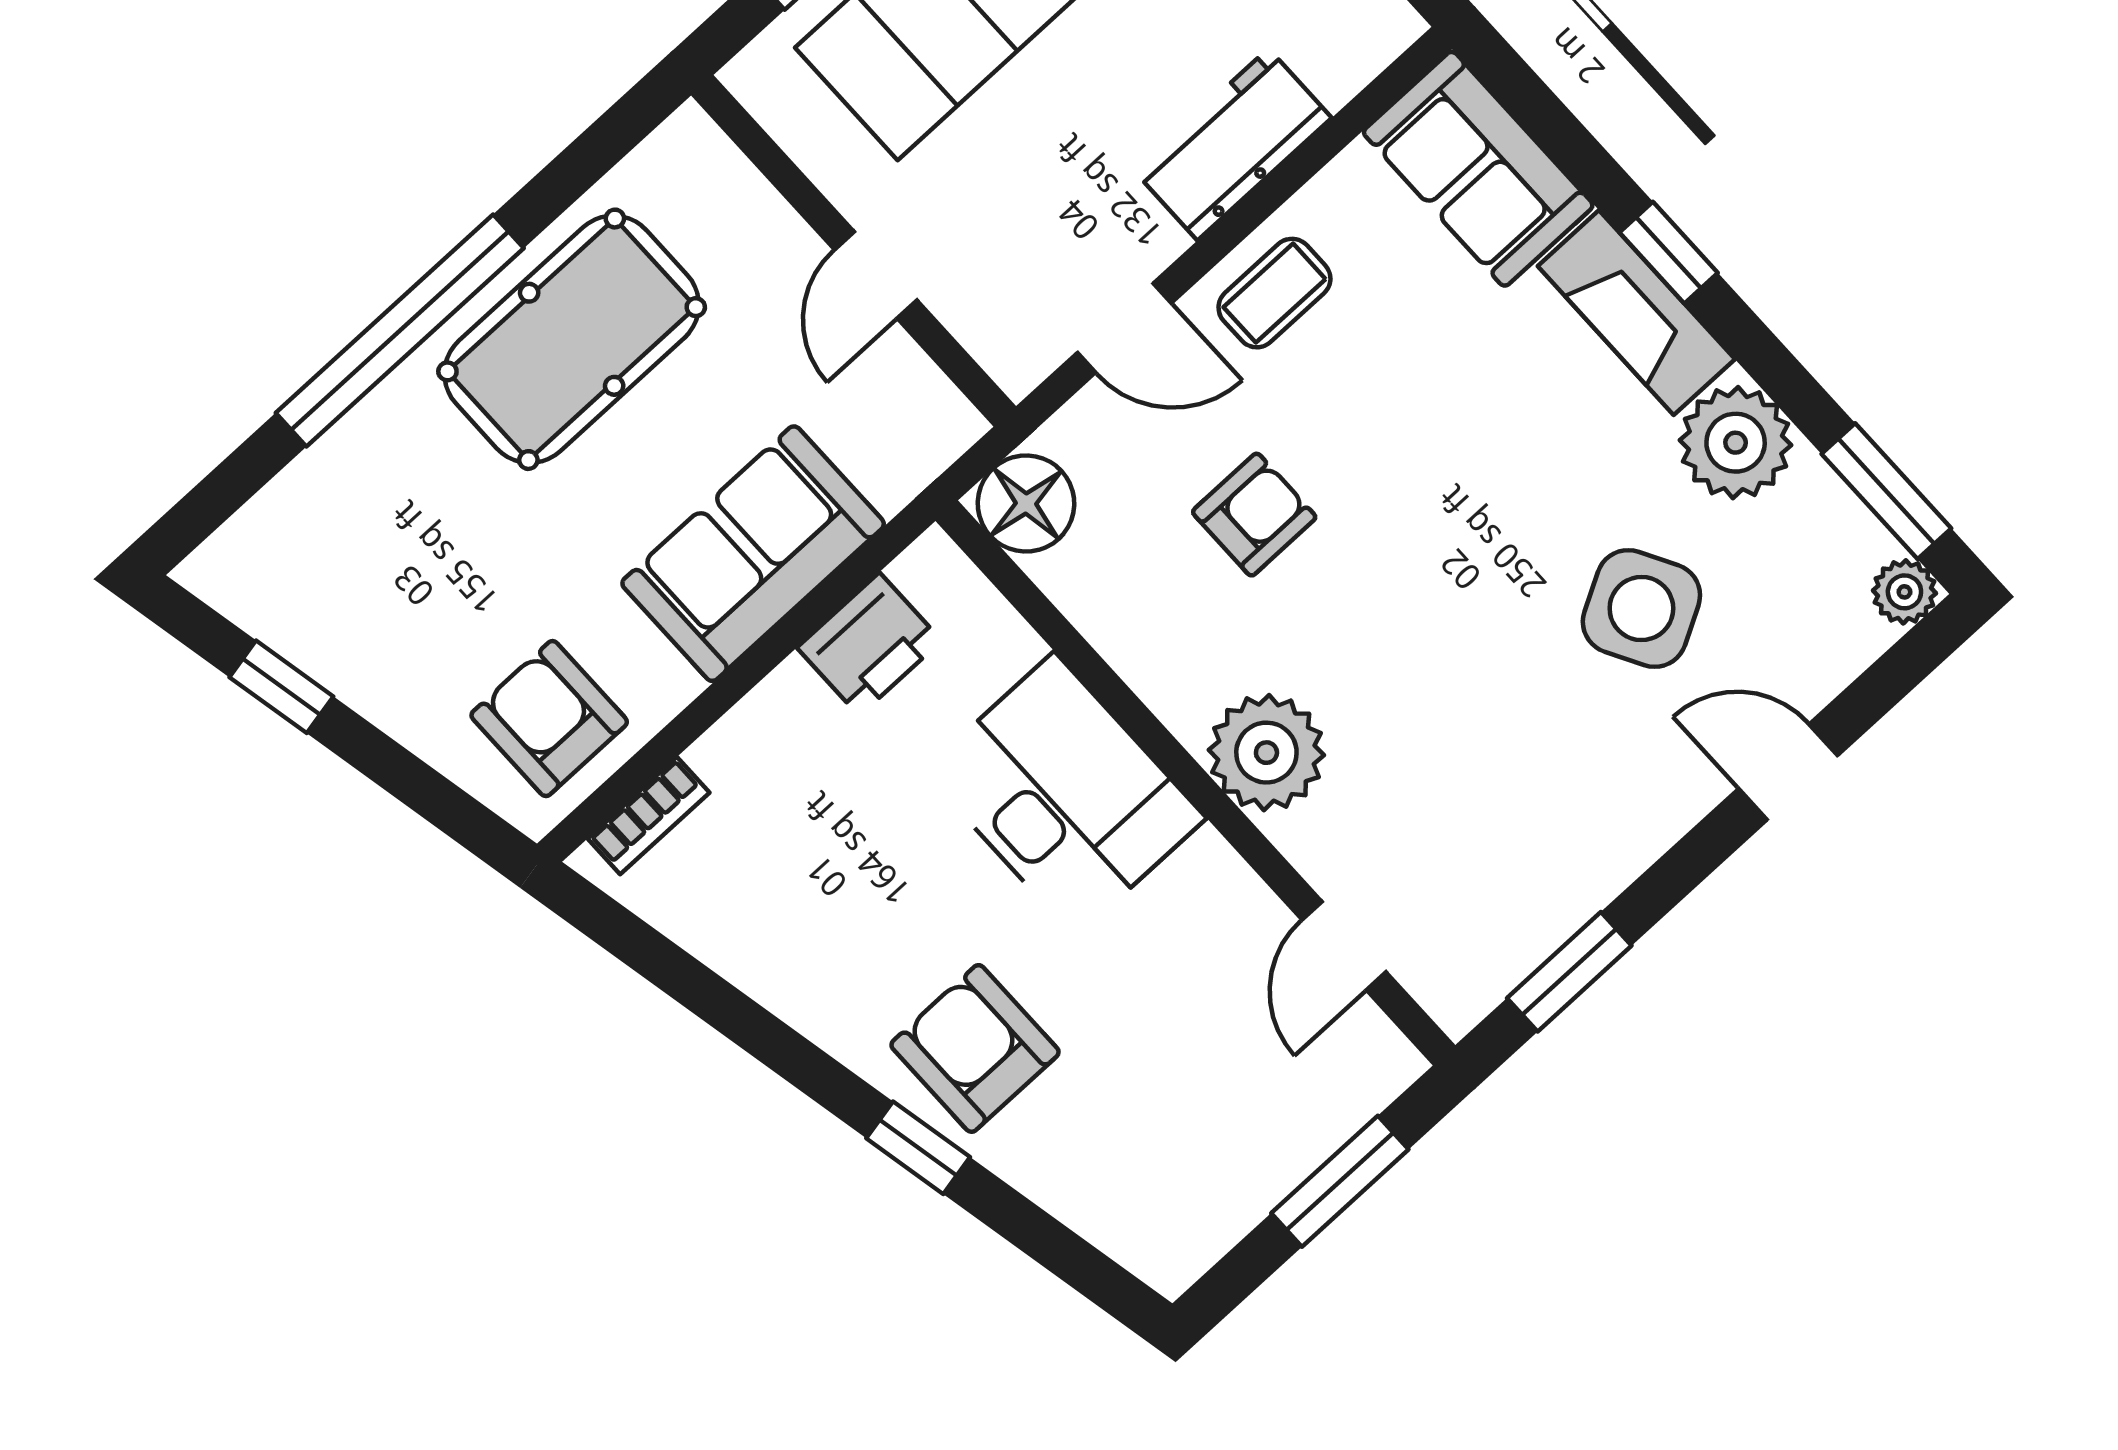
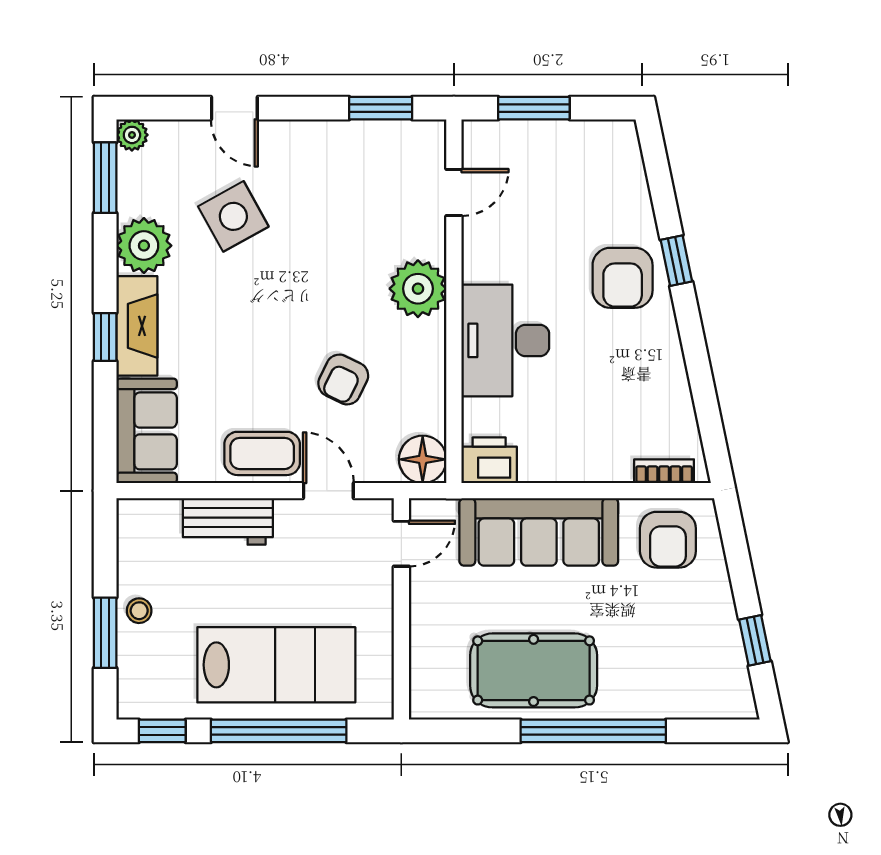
door: (876, 275) -> (401, 544), moved
coffee table: (1274, 293) -> (262, 453), width x1.36, depth x1.30
armchair: (1254, 515) -> (343, 379), turned -64
sofa: (753, 554) -> (539, 532), width x1.36
printer: (869, 644) -> (489, 460), moved

